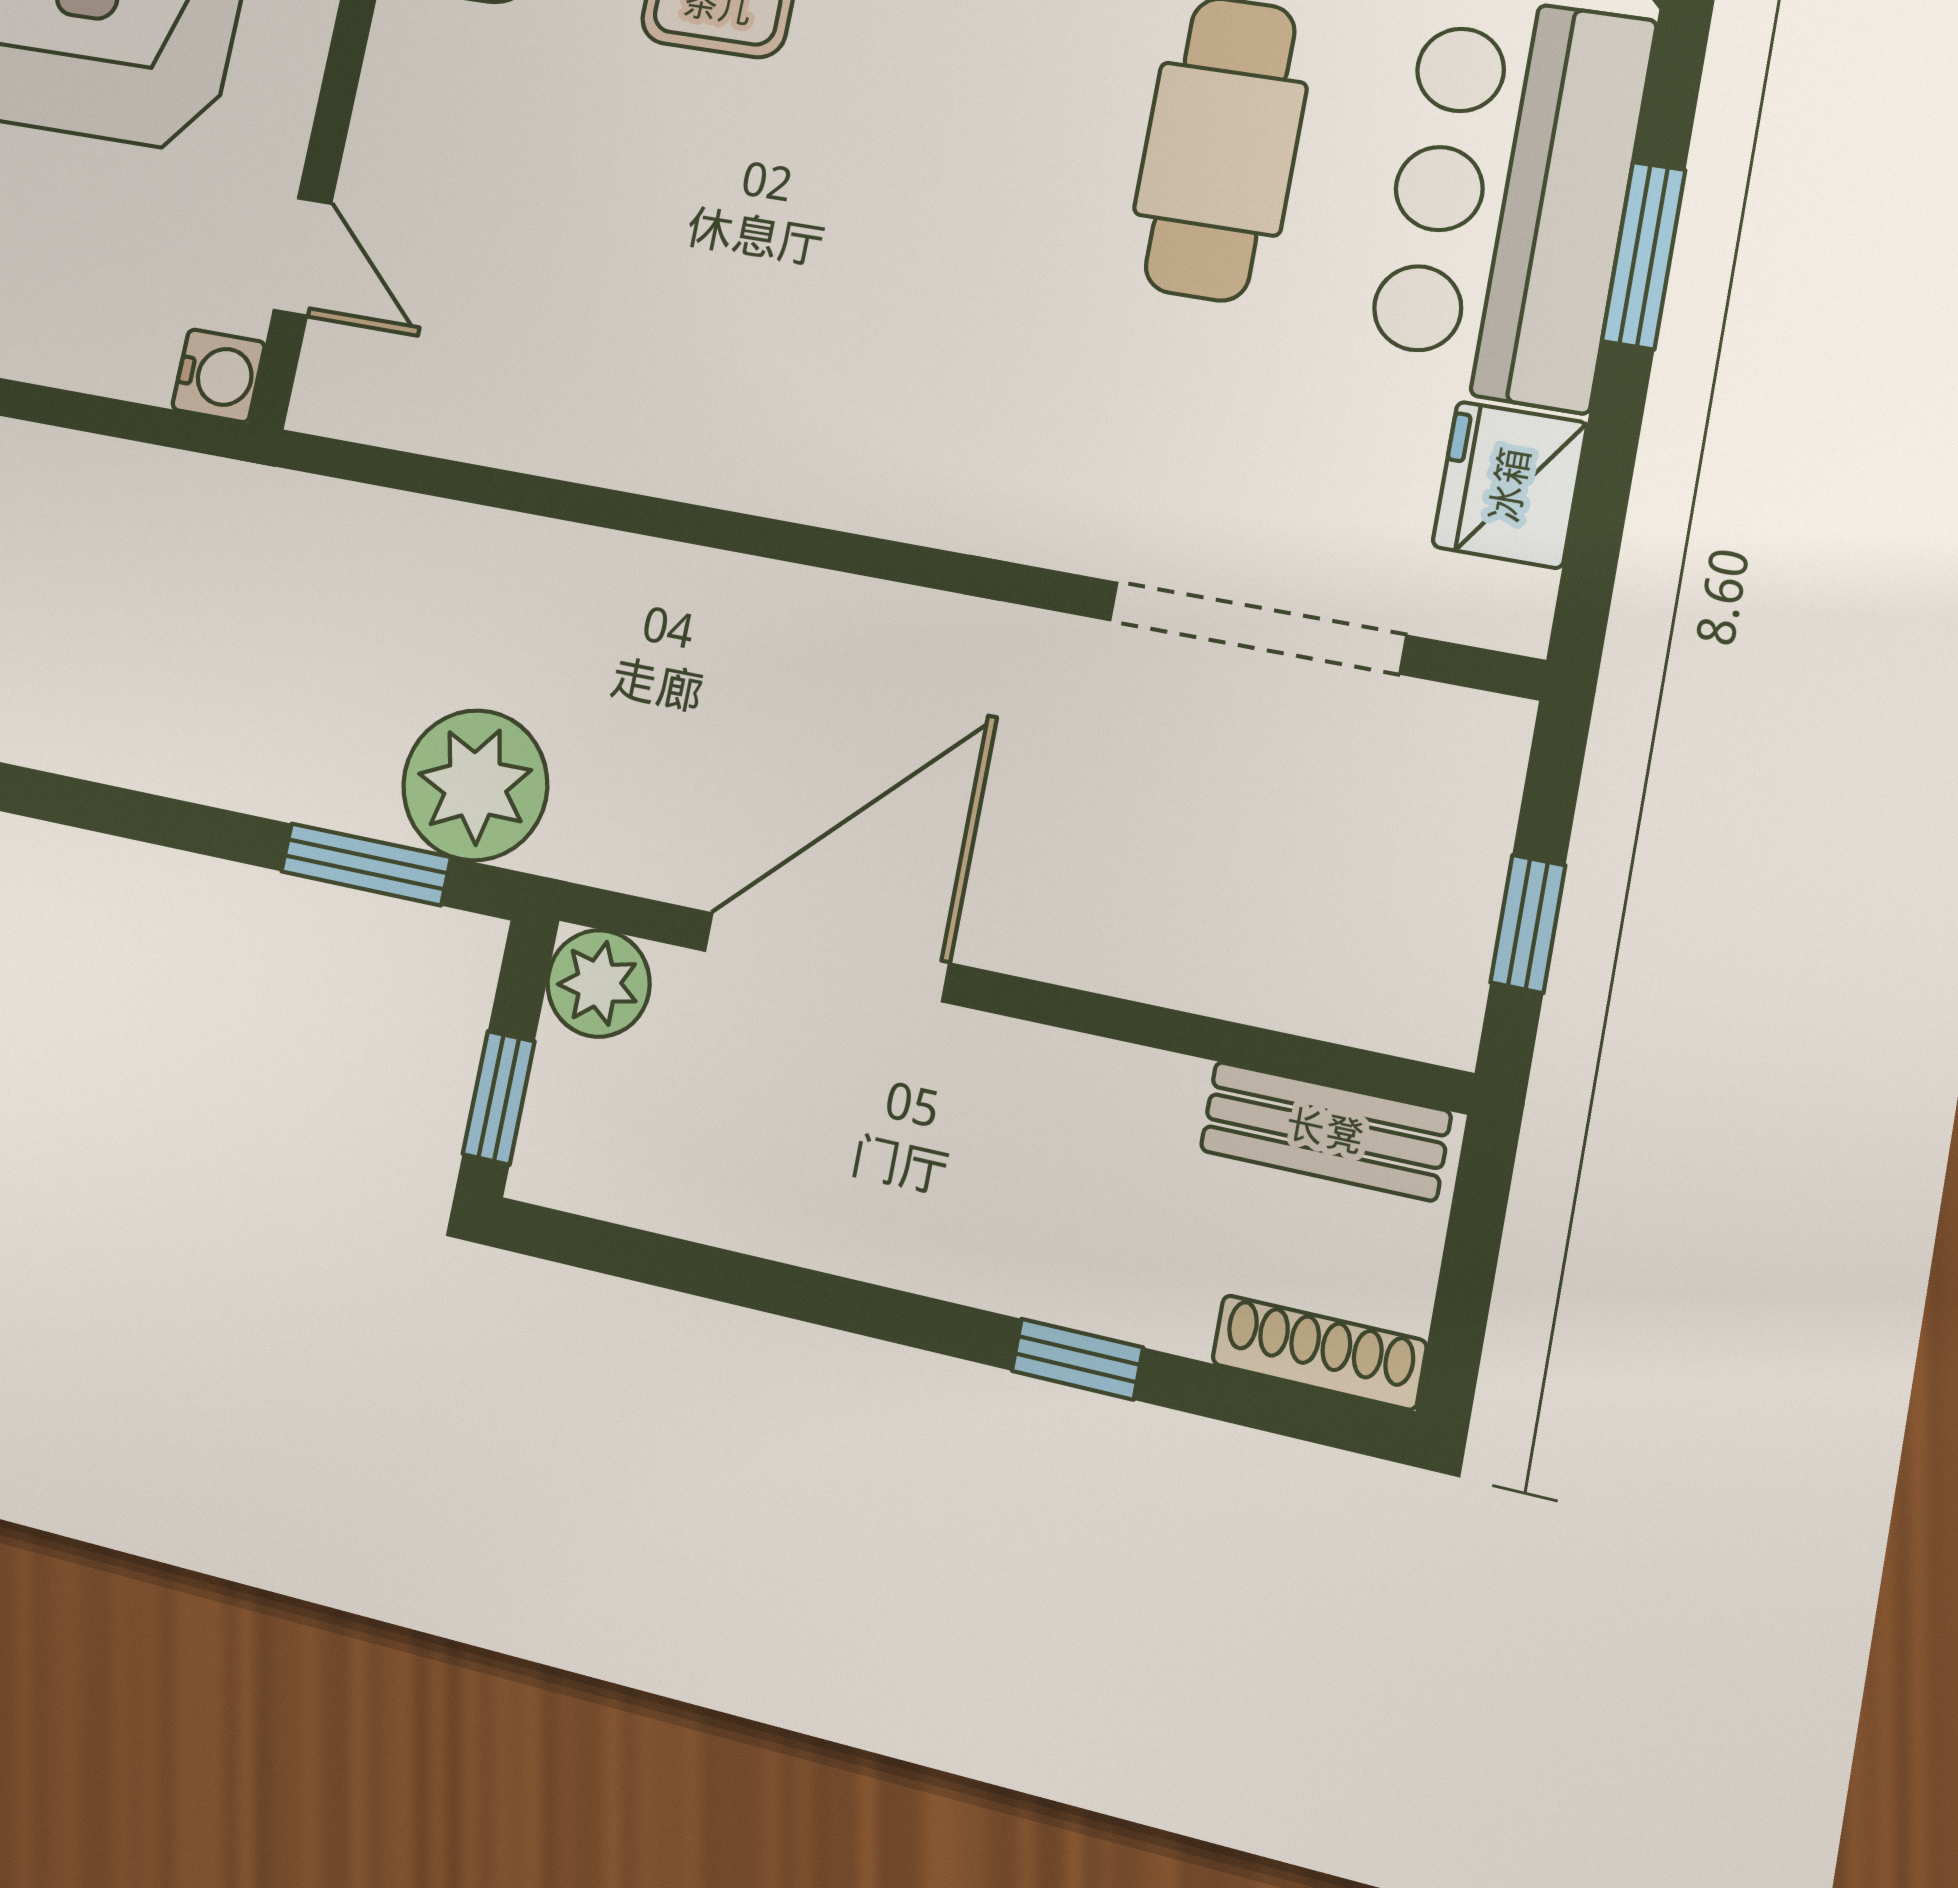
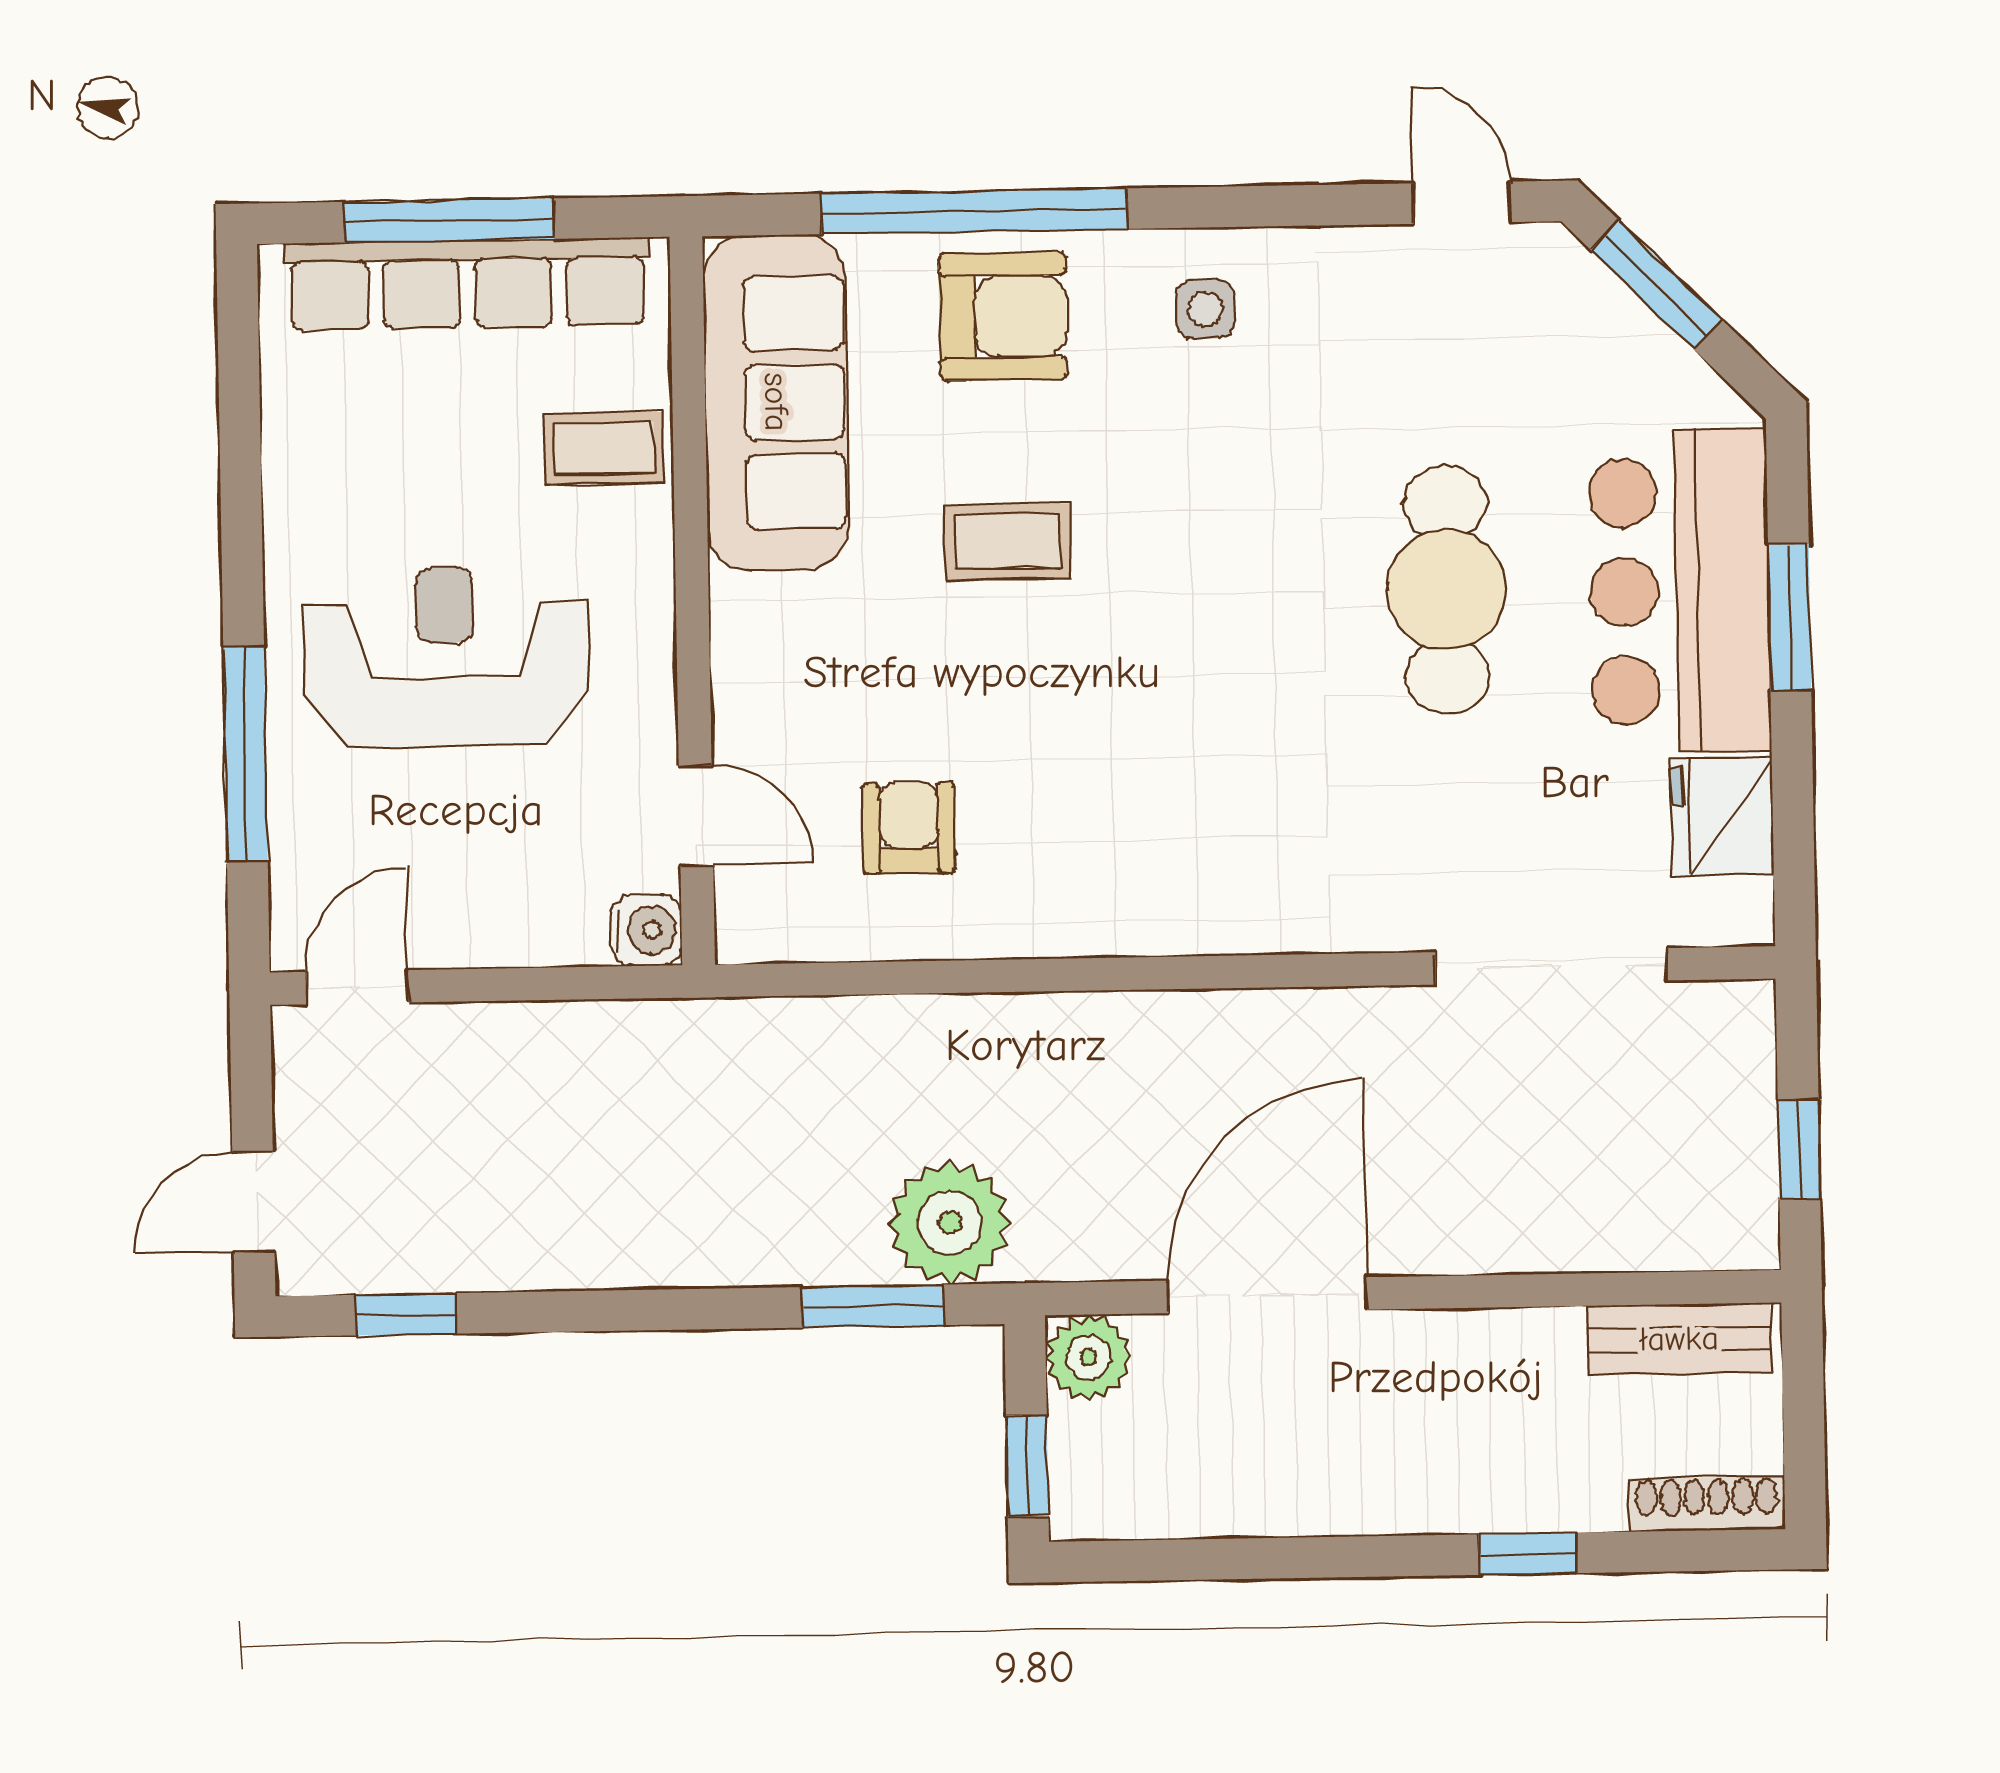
armchair: (533, 315) -> (909, 828), added

